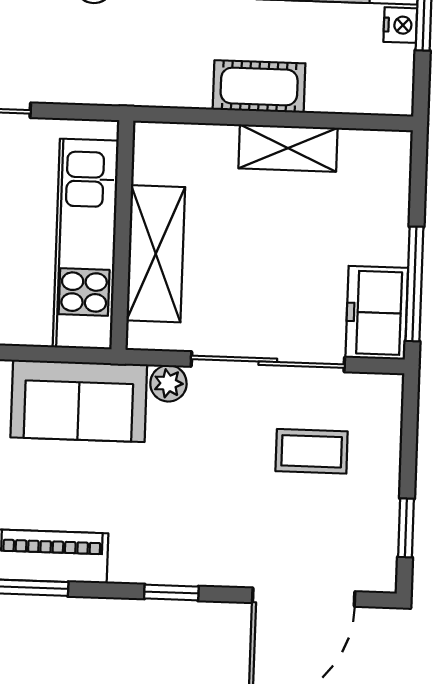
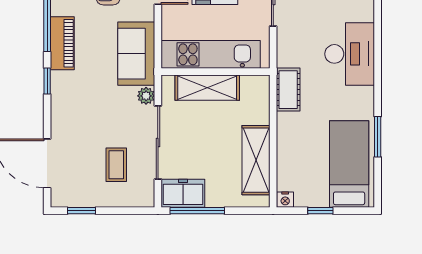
nightstand: (400, 25) -> (285, 200), moved
cot: (259, 87) -> (288, 90), moved
shelving: (288, 148) -> (256, 160), width x1.50, depth x1.33
window: (171, 593) -> (47, 81), moved

